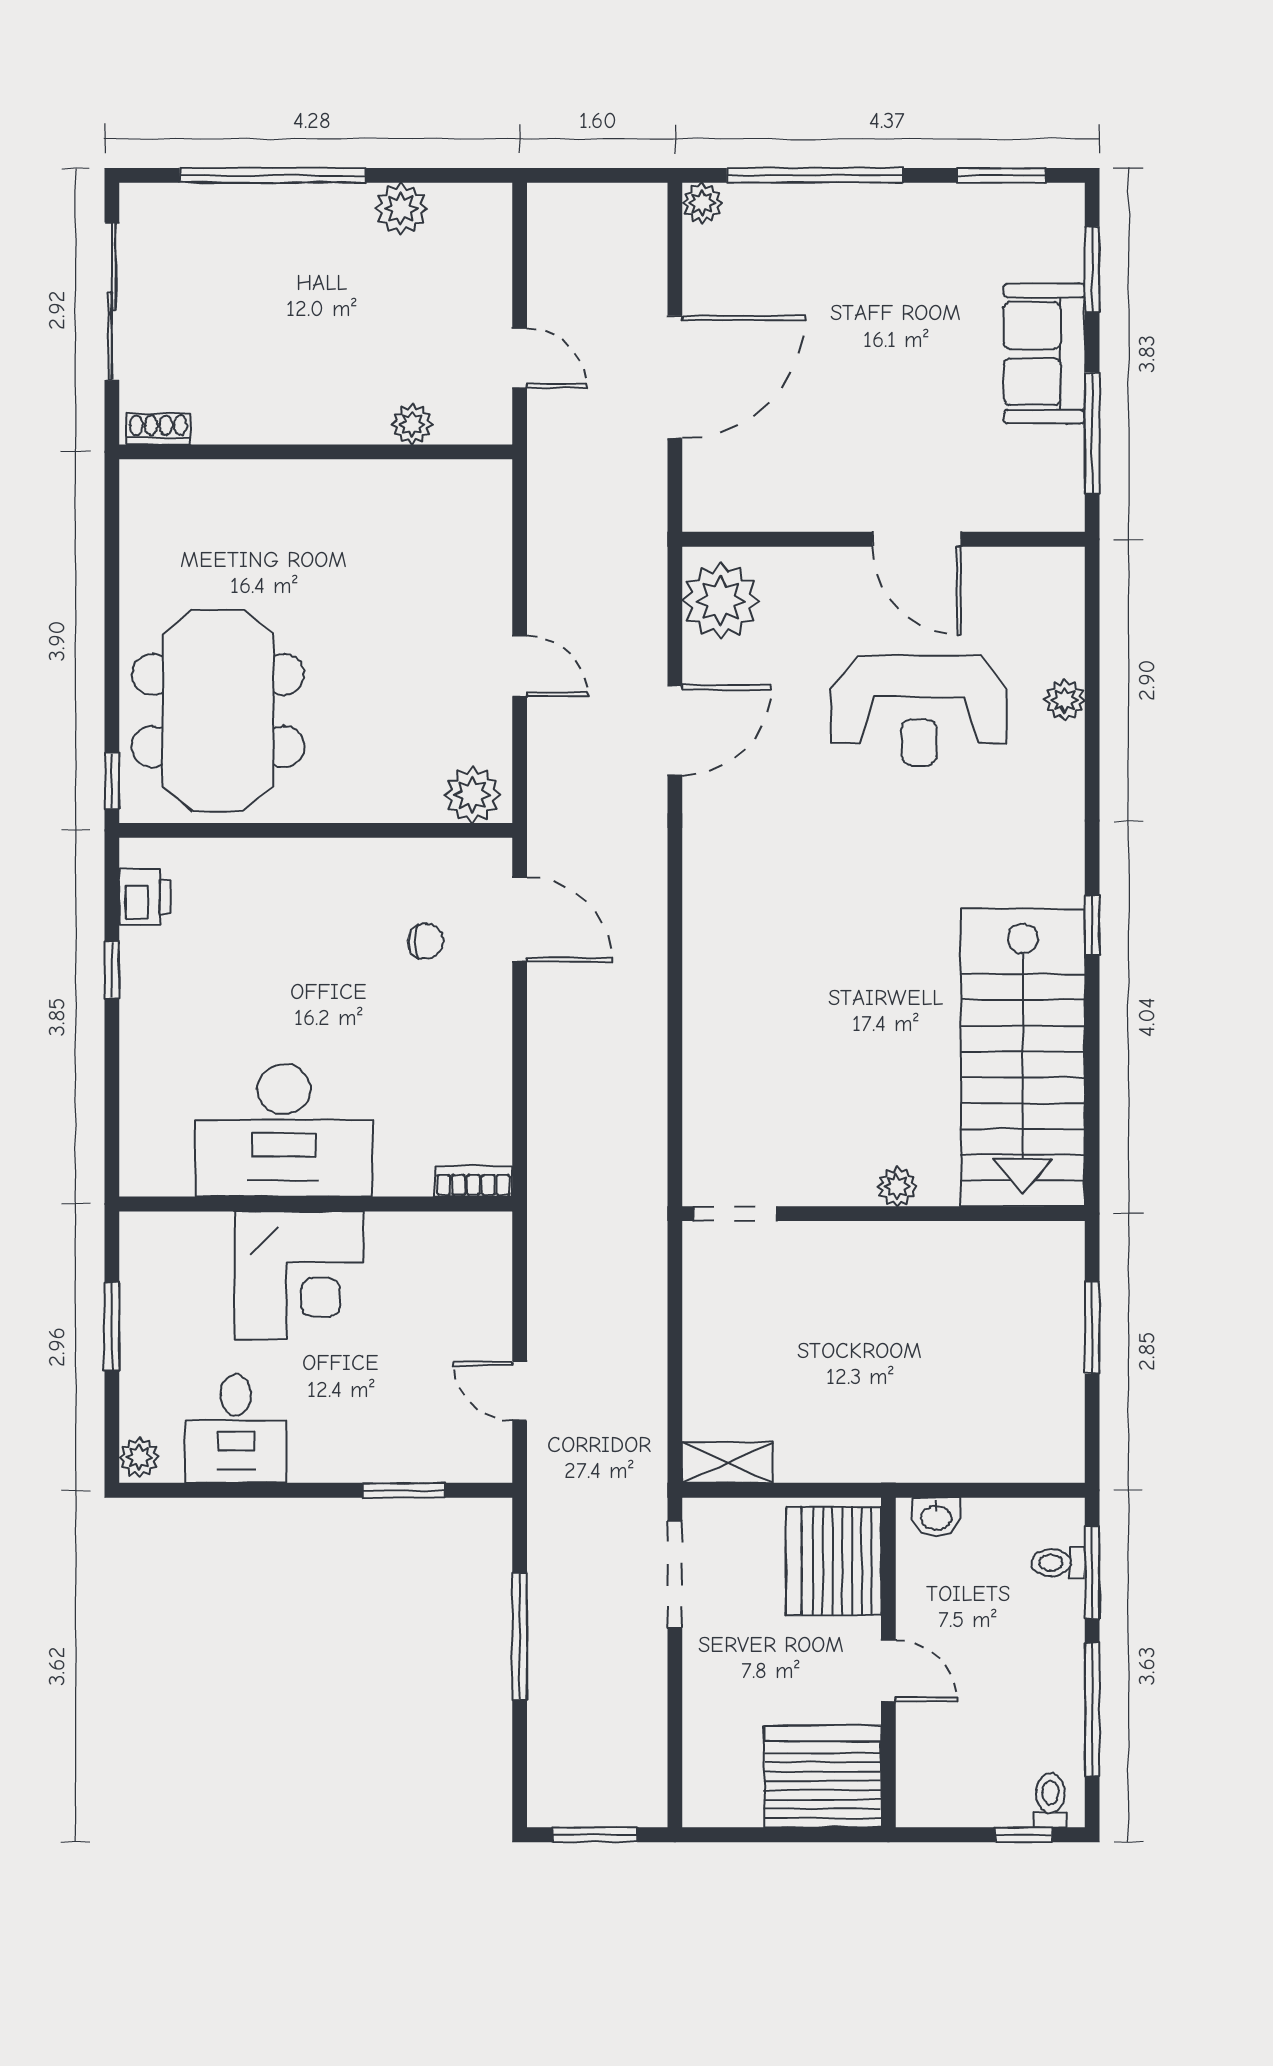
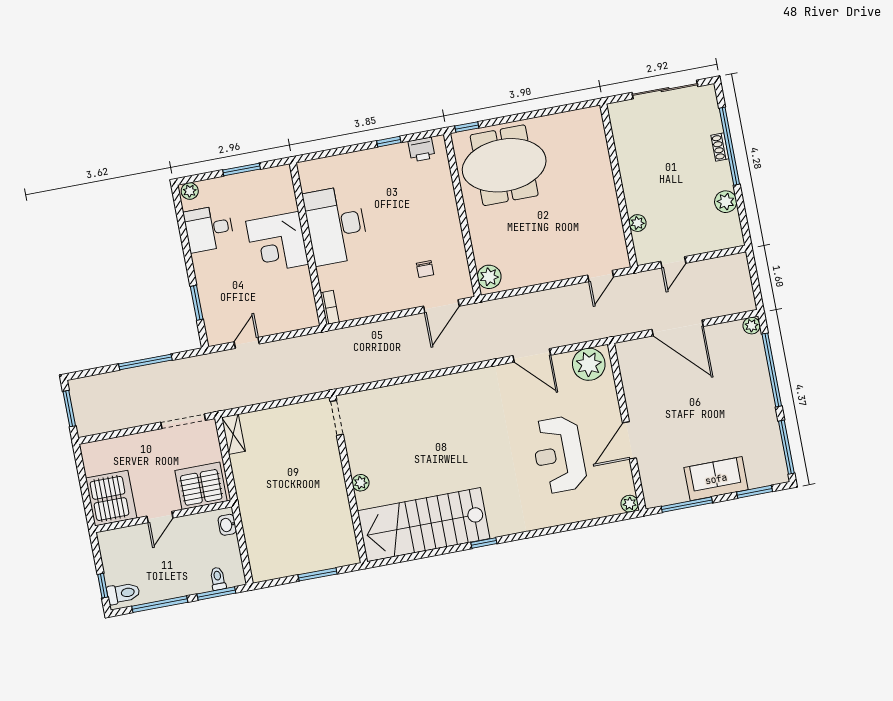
window: (1002, 175) -> (786, 447), width x1.44
shoe rack: (158, 429) -> (720, 147), moved, turned 180
door: (520, 666) -> (601, 276), moved
plant: (1065, 700) -> (630, 504), moved
toilet: (1050, 1800) -> (123, 593), width x1.37, depth x1.39

